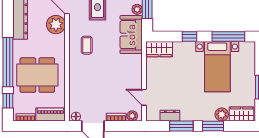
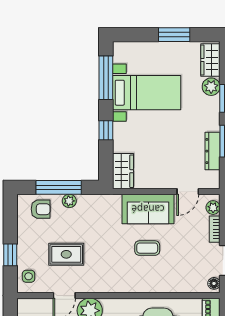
sofa: (131, 35) -> (148, 209), moved
coffee table: (87, 45) -> (147, 248), moved
dresser: (170, 116) -> (213, 151), width x1.44

